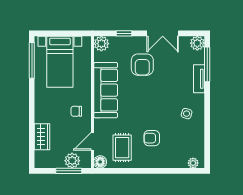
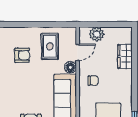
floor lamp: (100, 162) -> (70, 67), moved
window: (69, 171) -> (100, 24), removed

